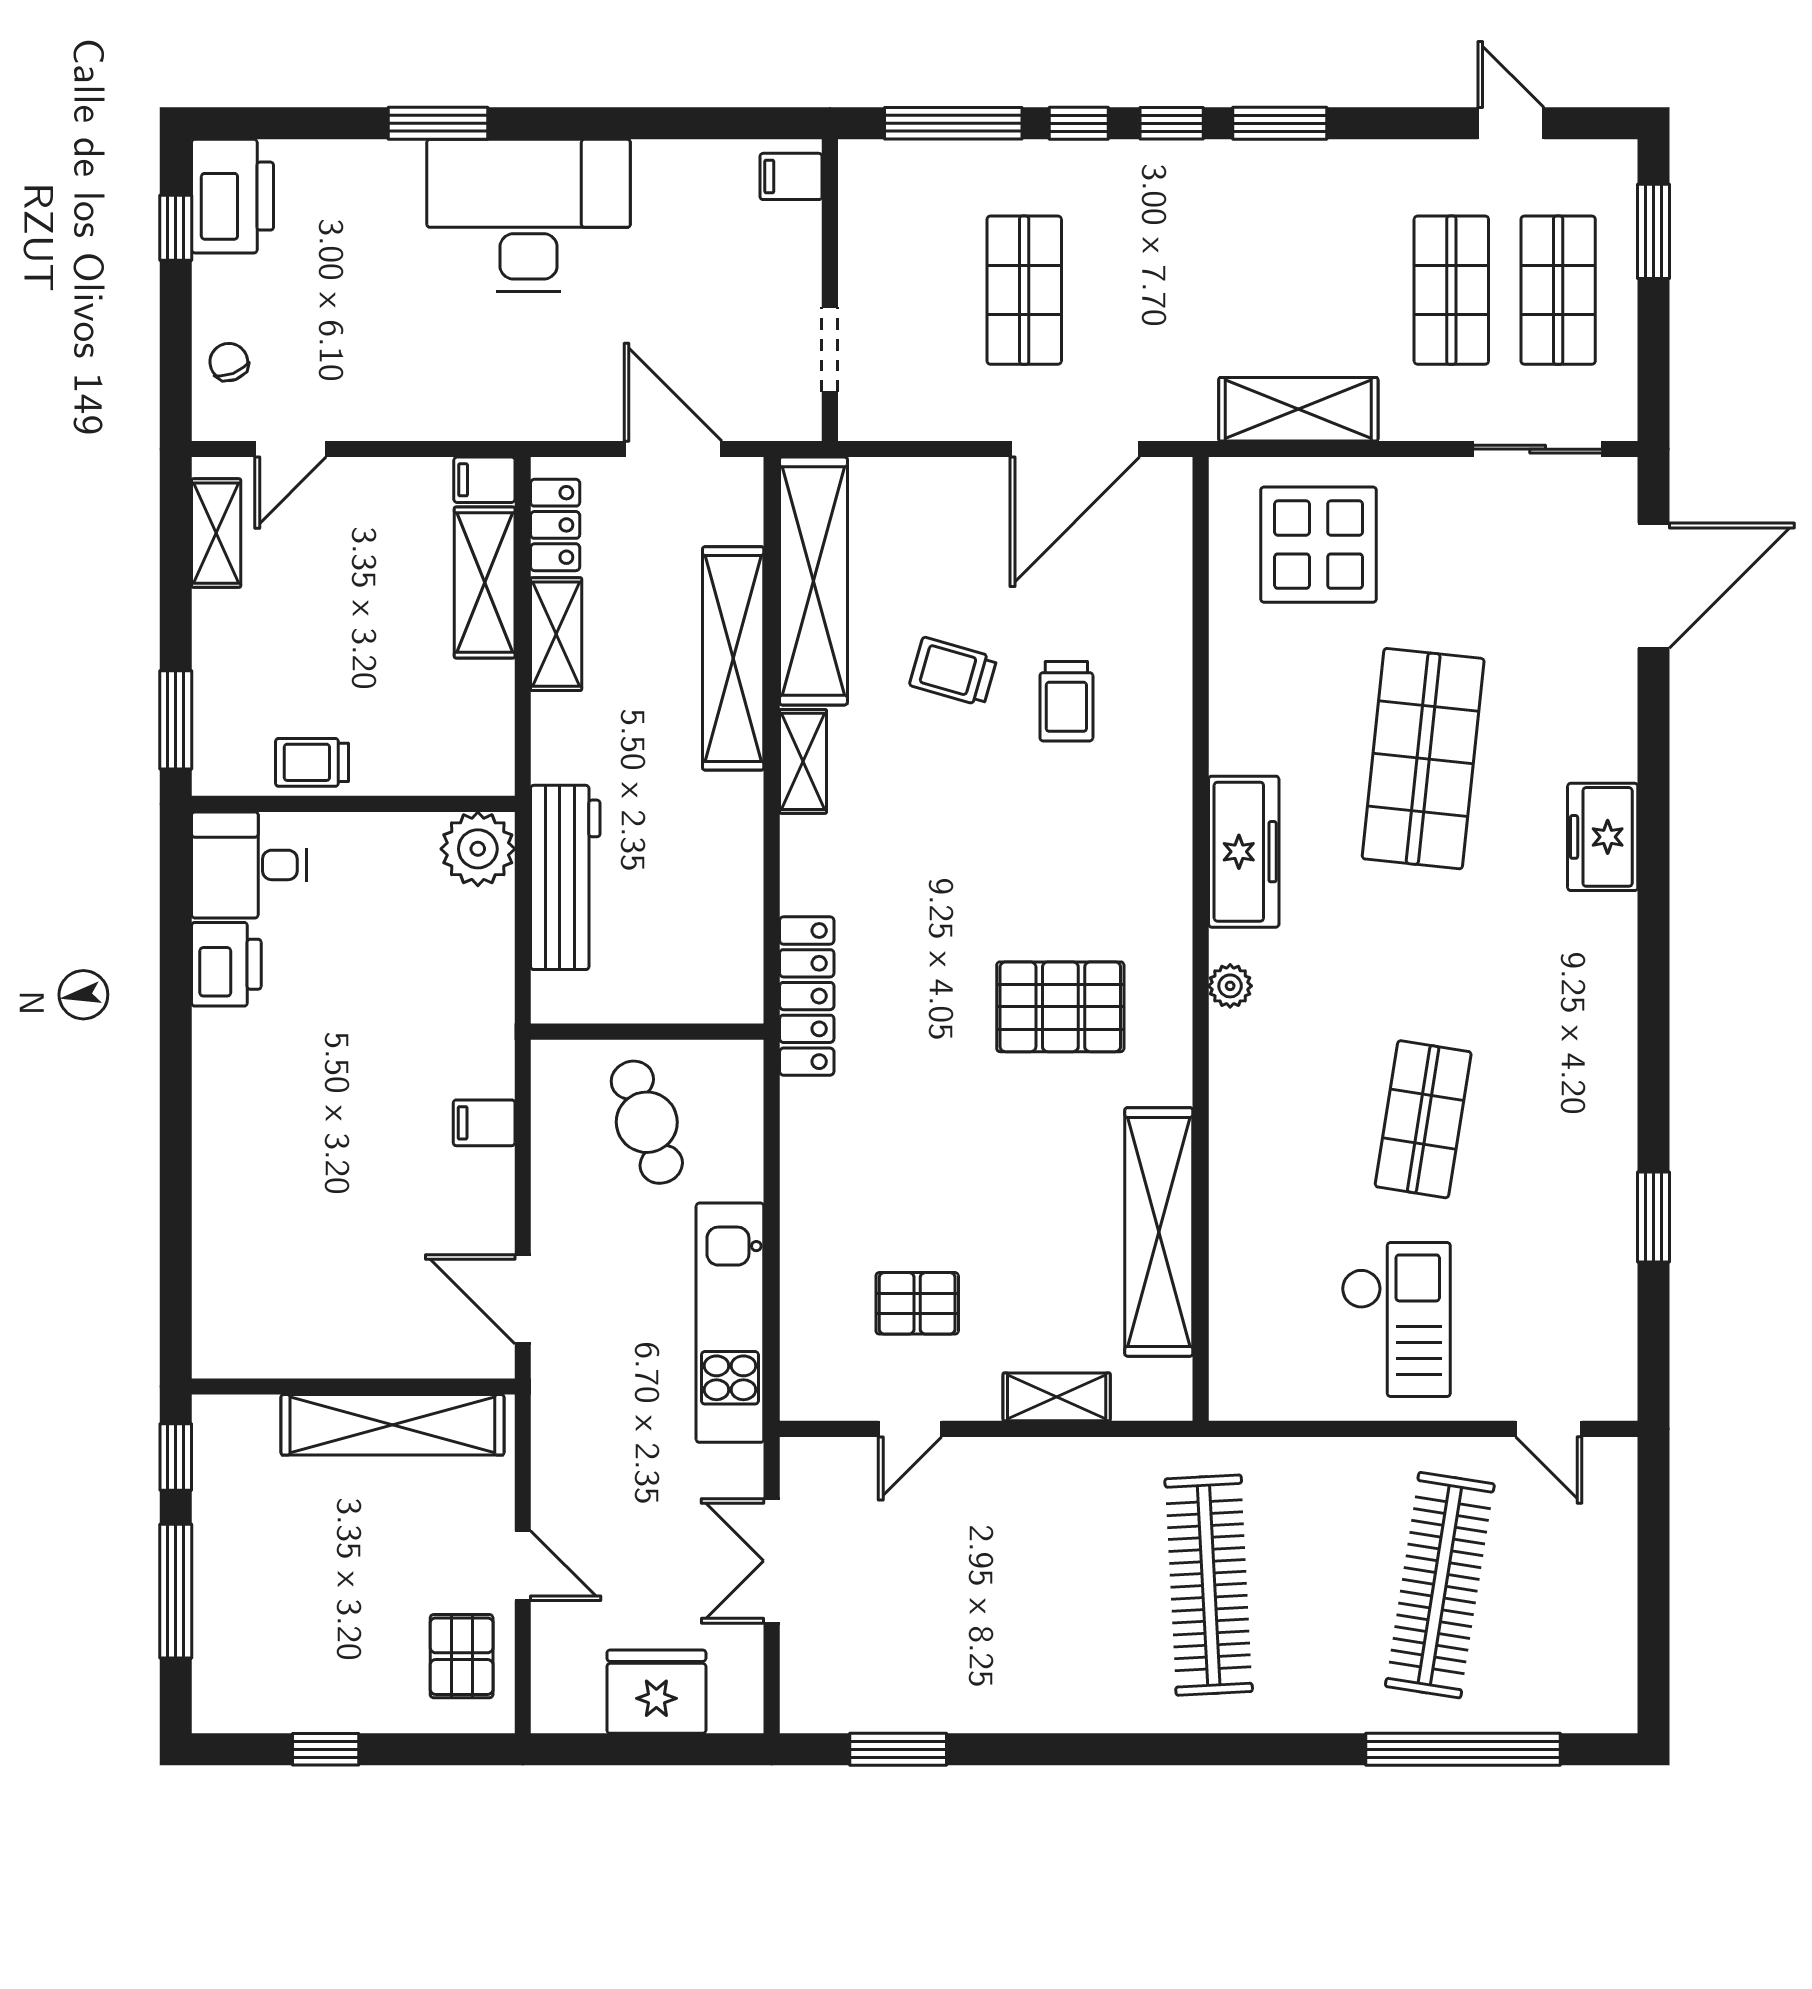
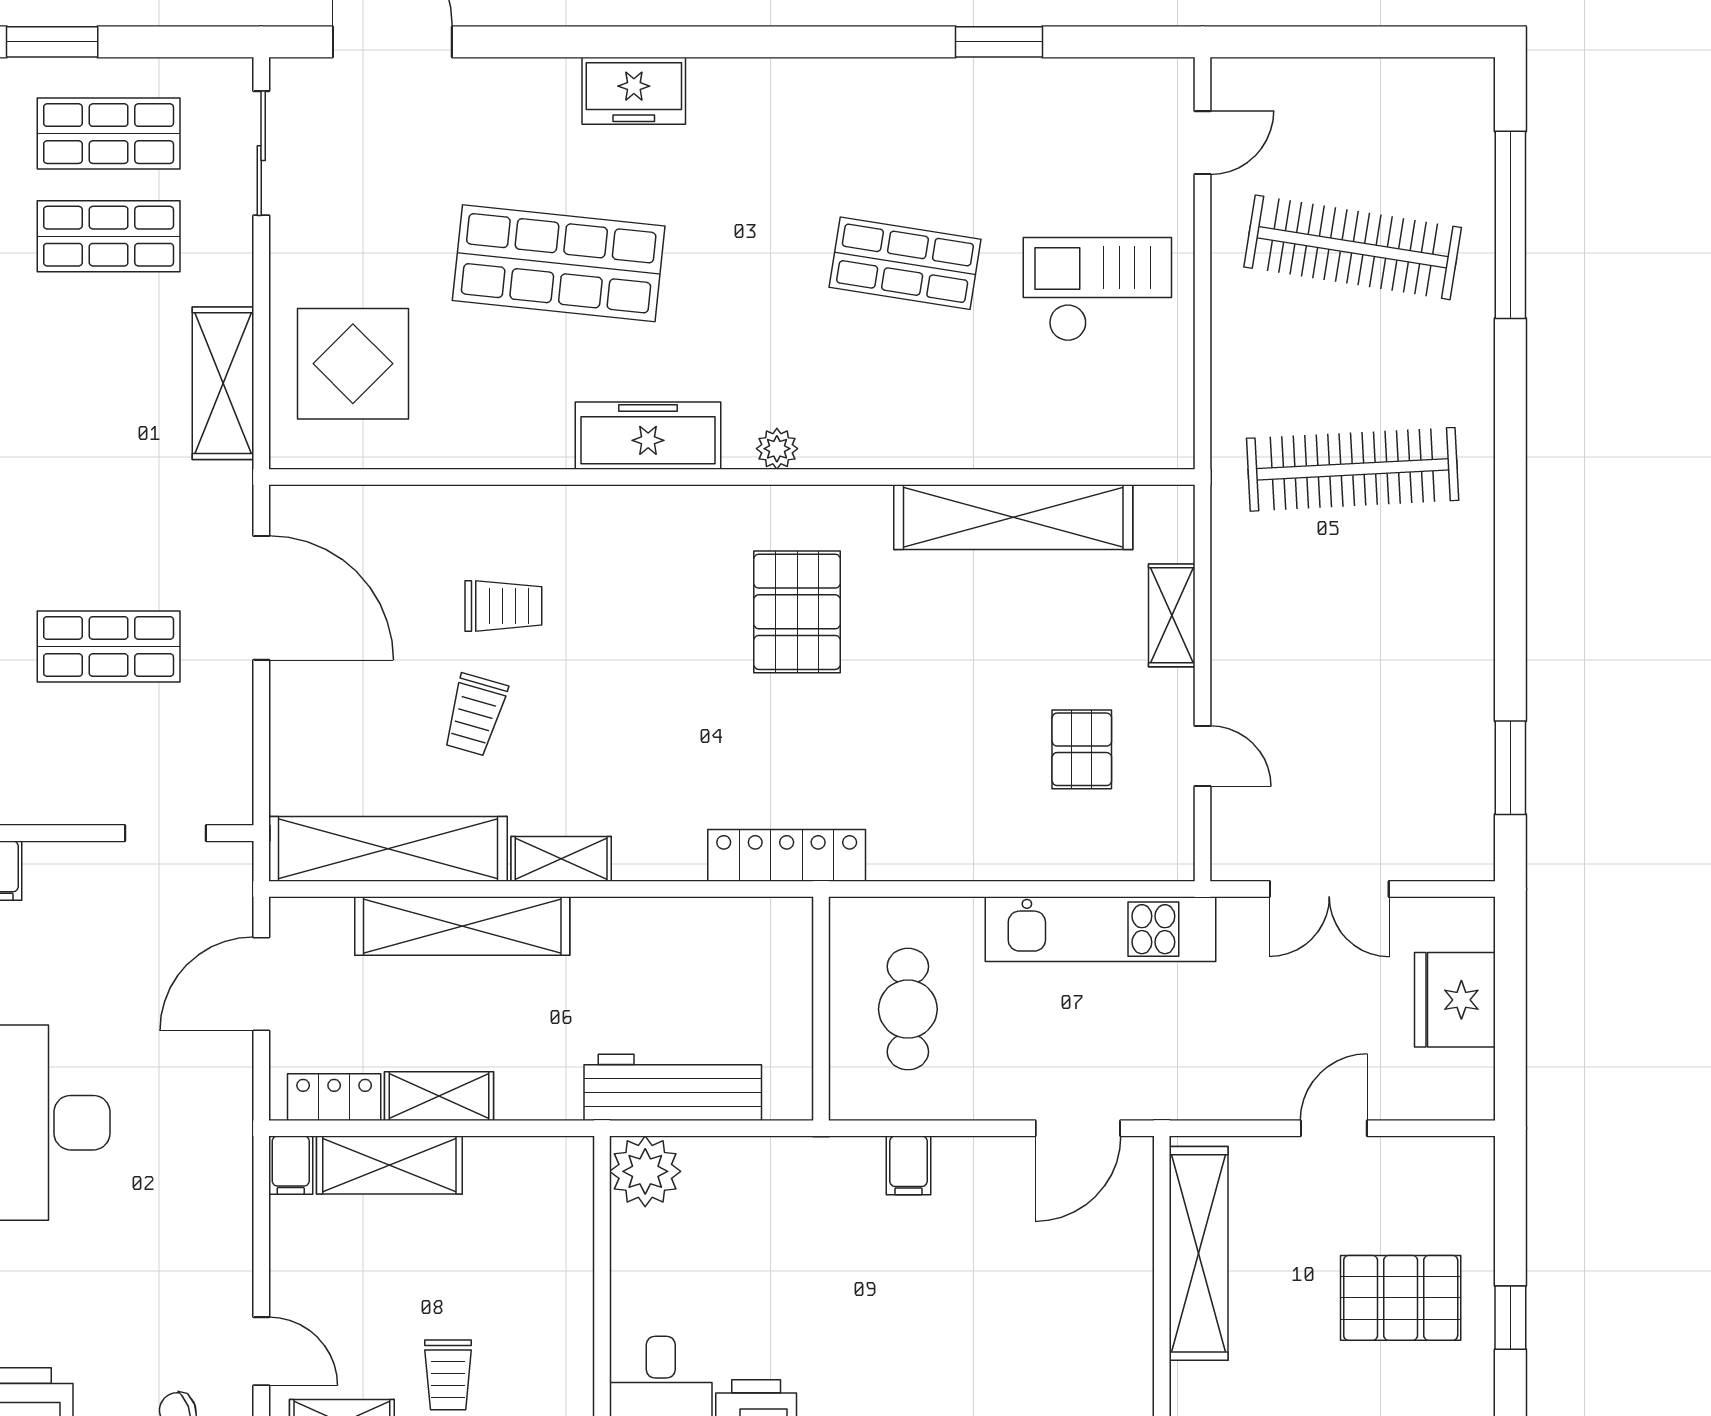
trolley: (312, 762) -> (448, 1375), moved
cafe table: (647, 1122) -> (908, 1009), turned -71
pallet: (462, 1656) -> (1401, 1298), moved, width x1.50, depth x1.42

